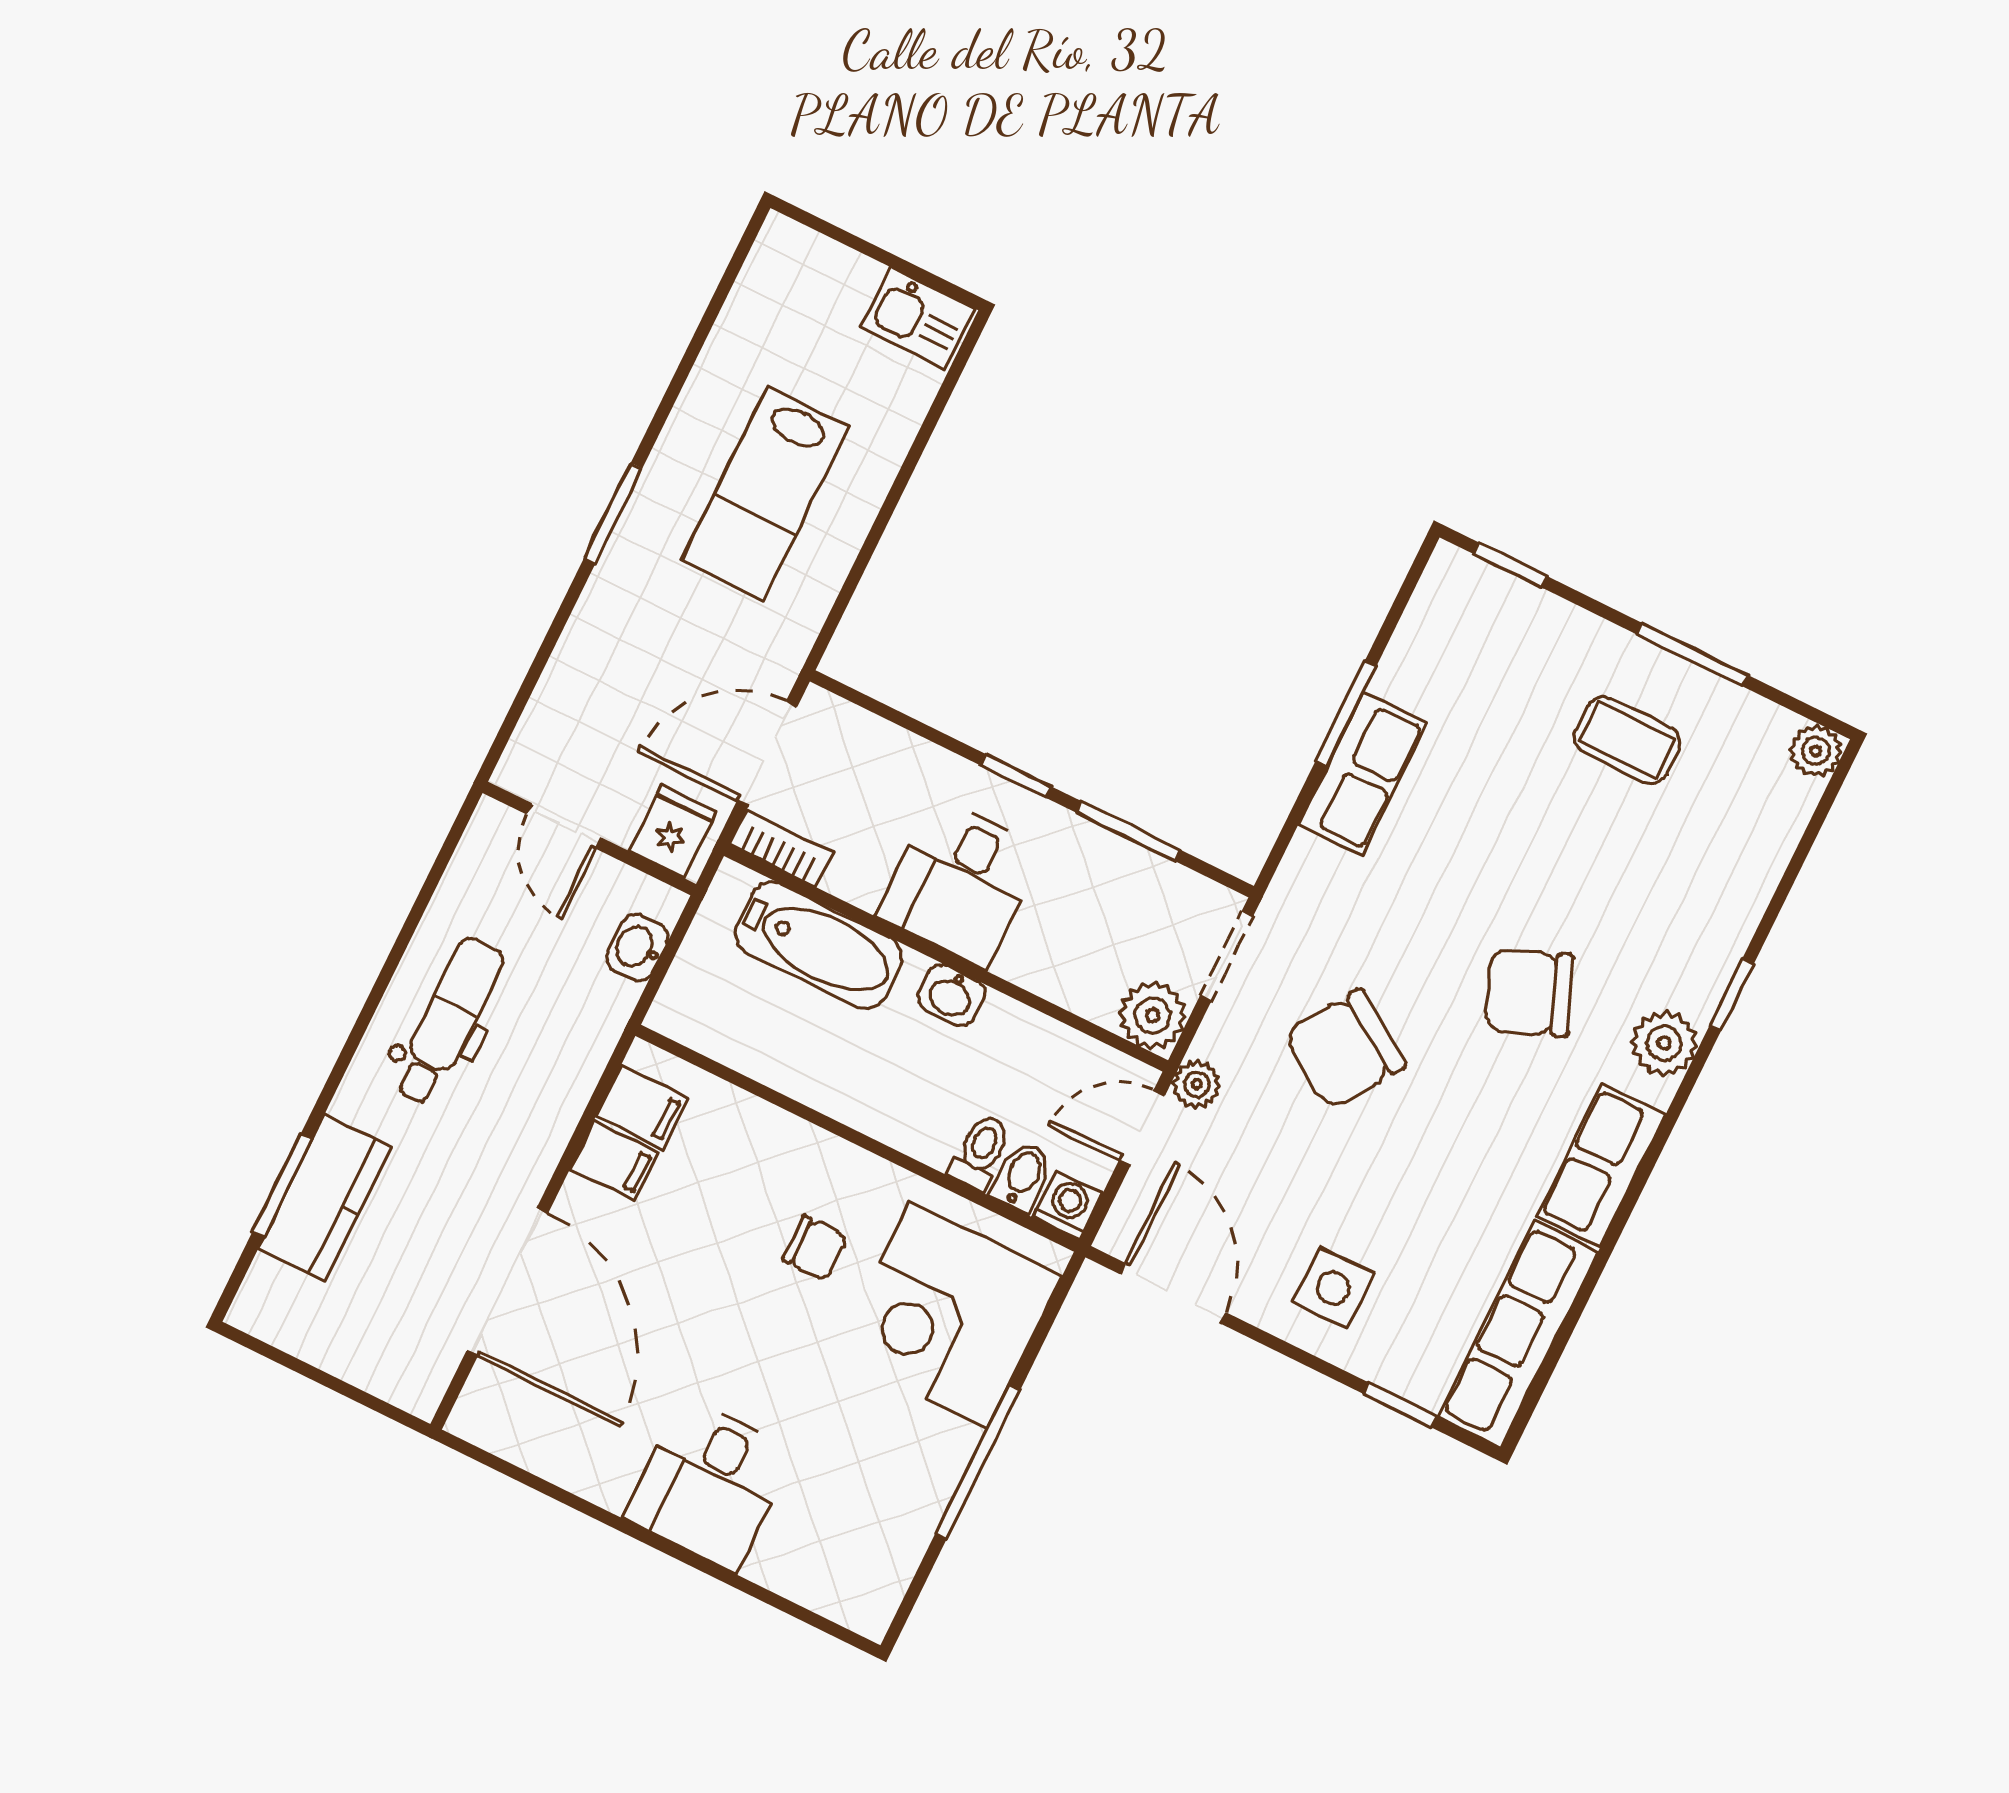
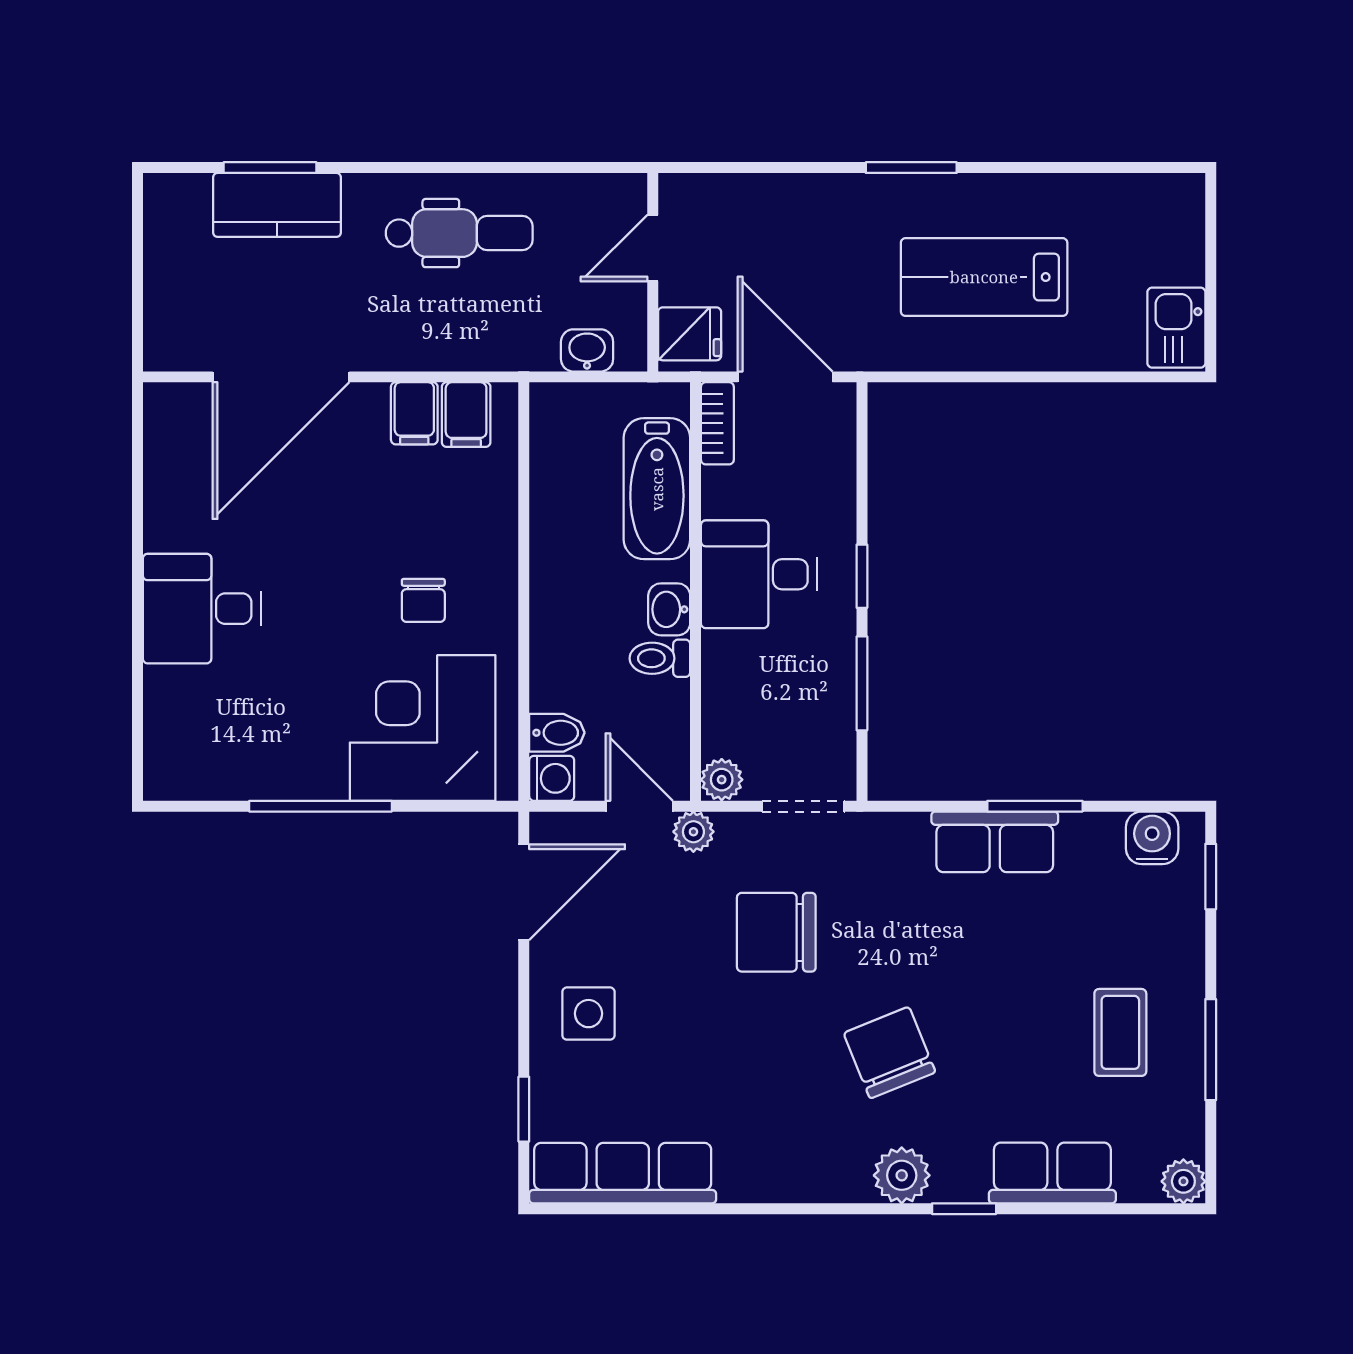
water cooler: (1440, 607) -> (1152, 838), added
plant: (1153, 1016) -> (722, 780), width x0.73, depth x0.73
chair: (1345, 1049) -> (776, 932), turned -34
toilet: (980, 1152) -> (660, 658), moved, turned 180
row of seats: (1601, 1165) -> (1052, 1173), moved

